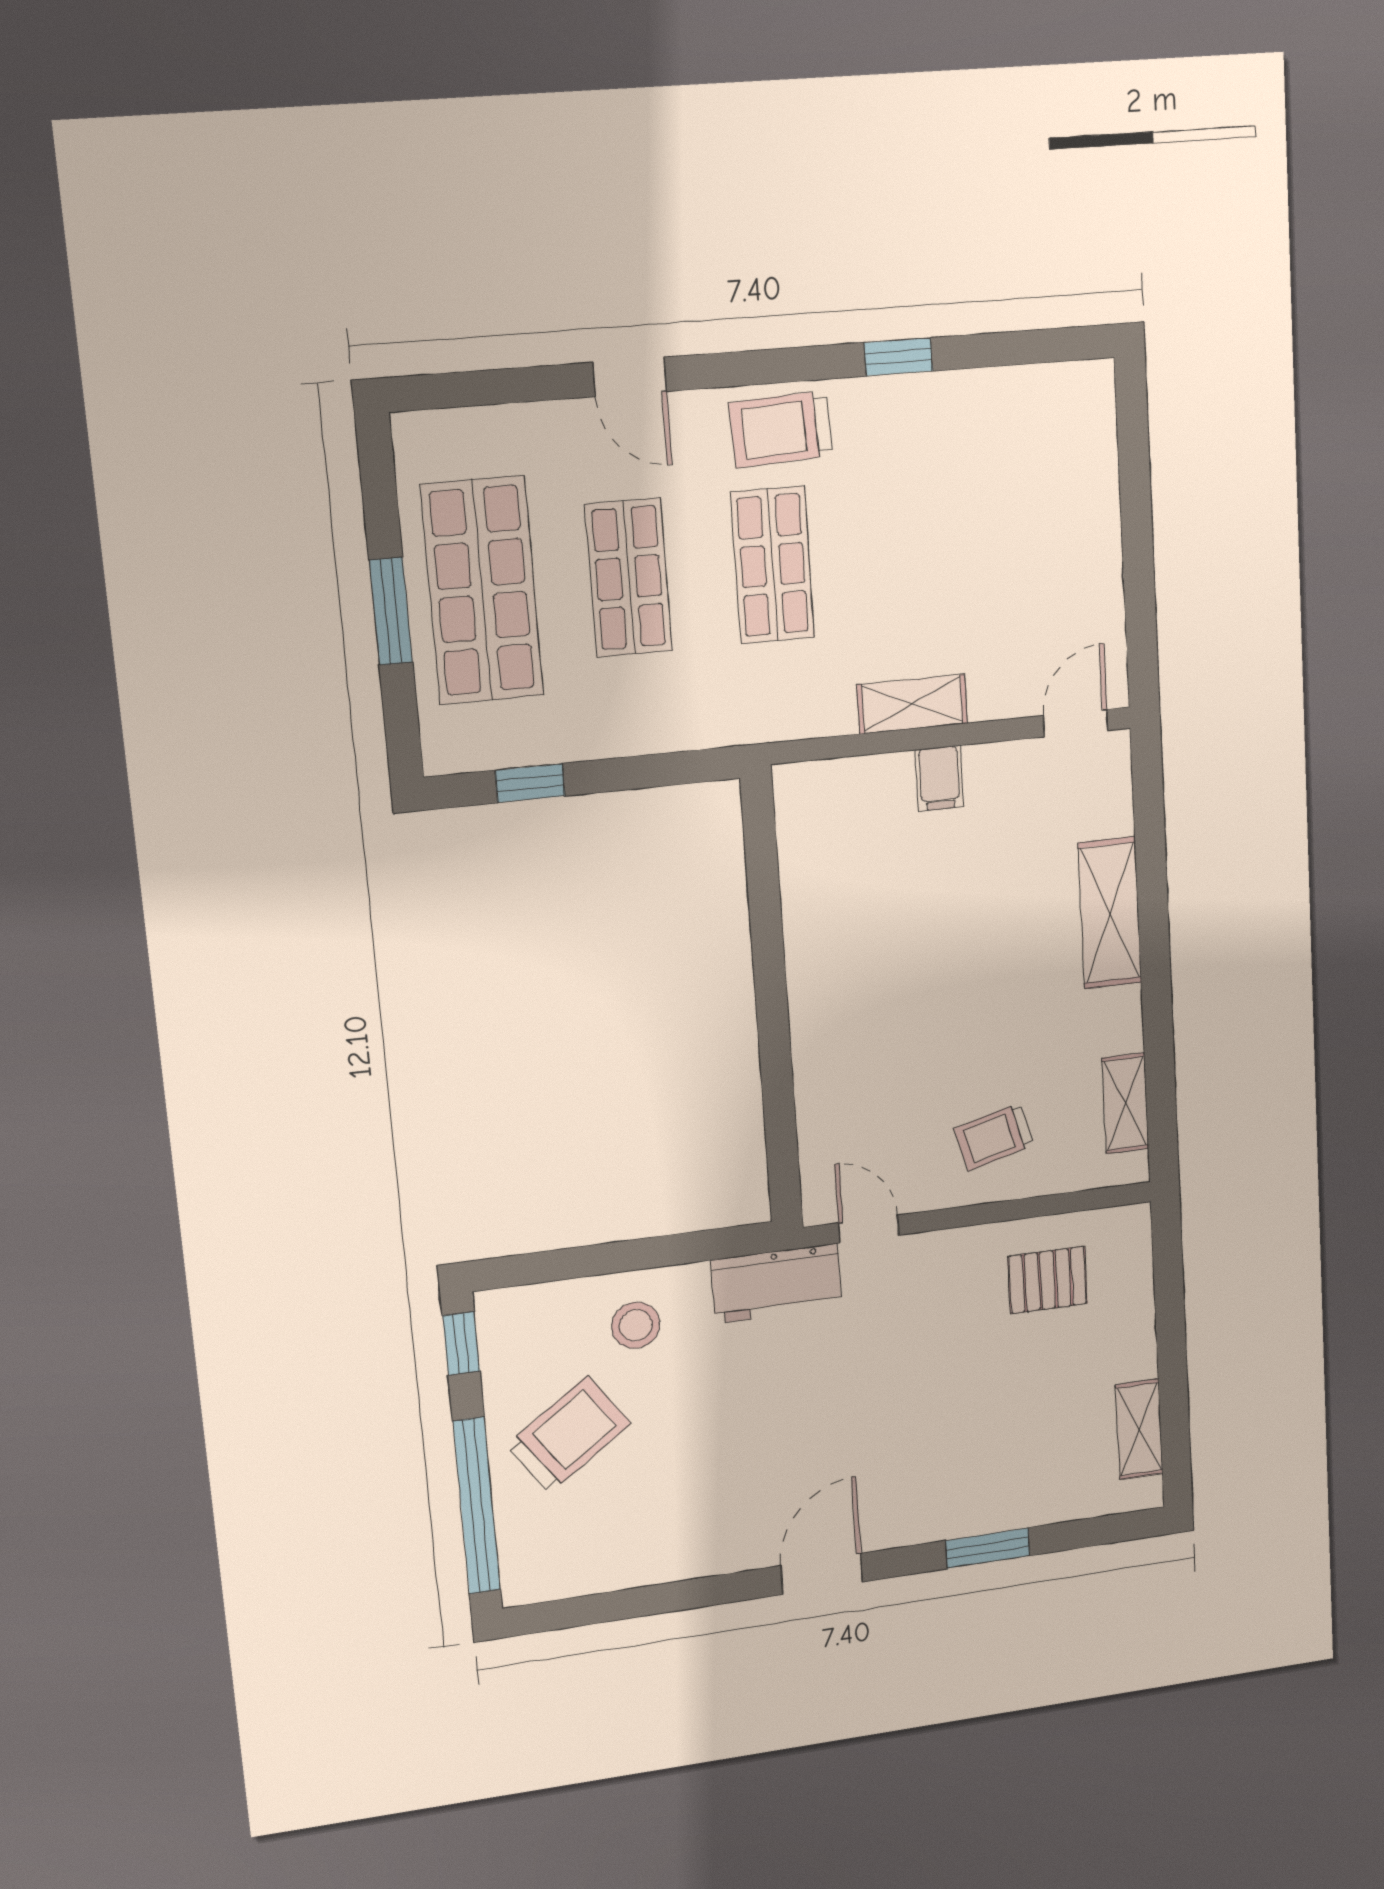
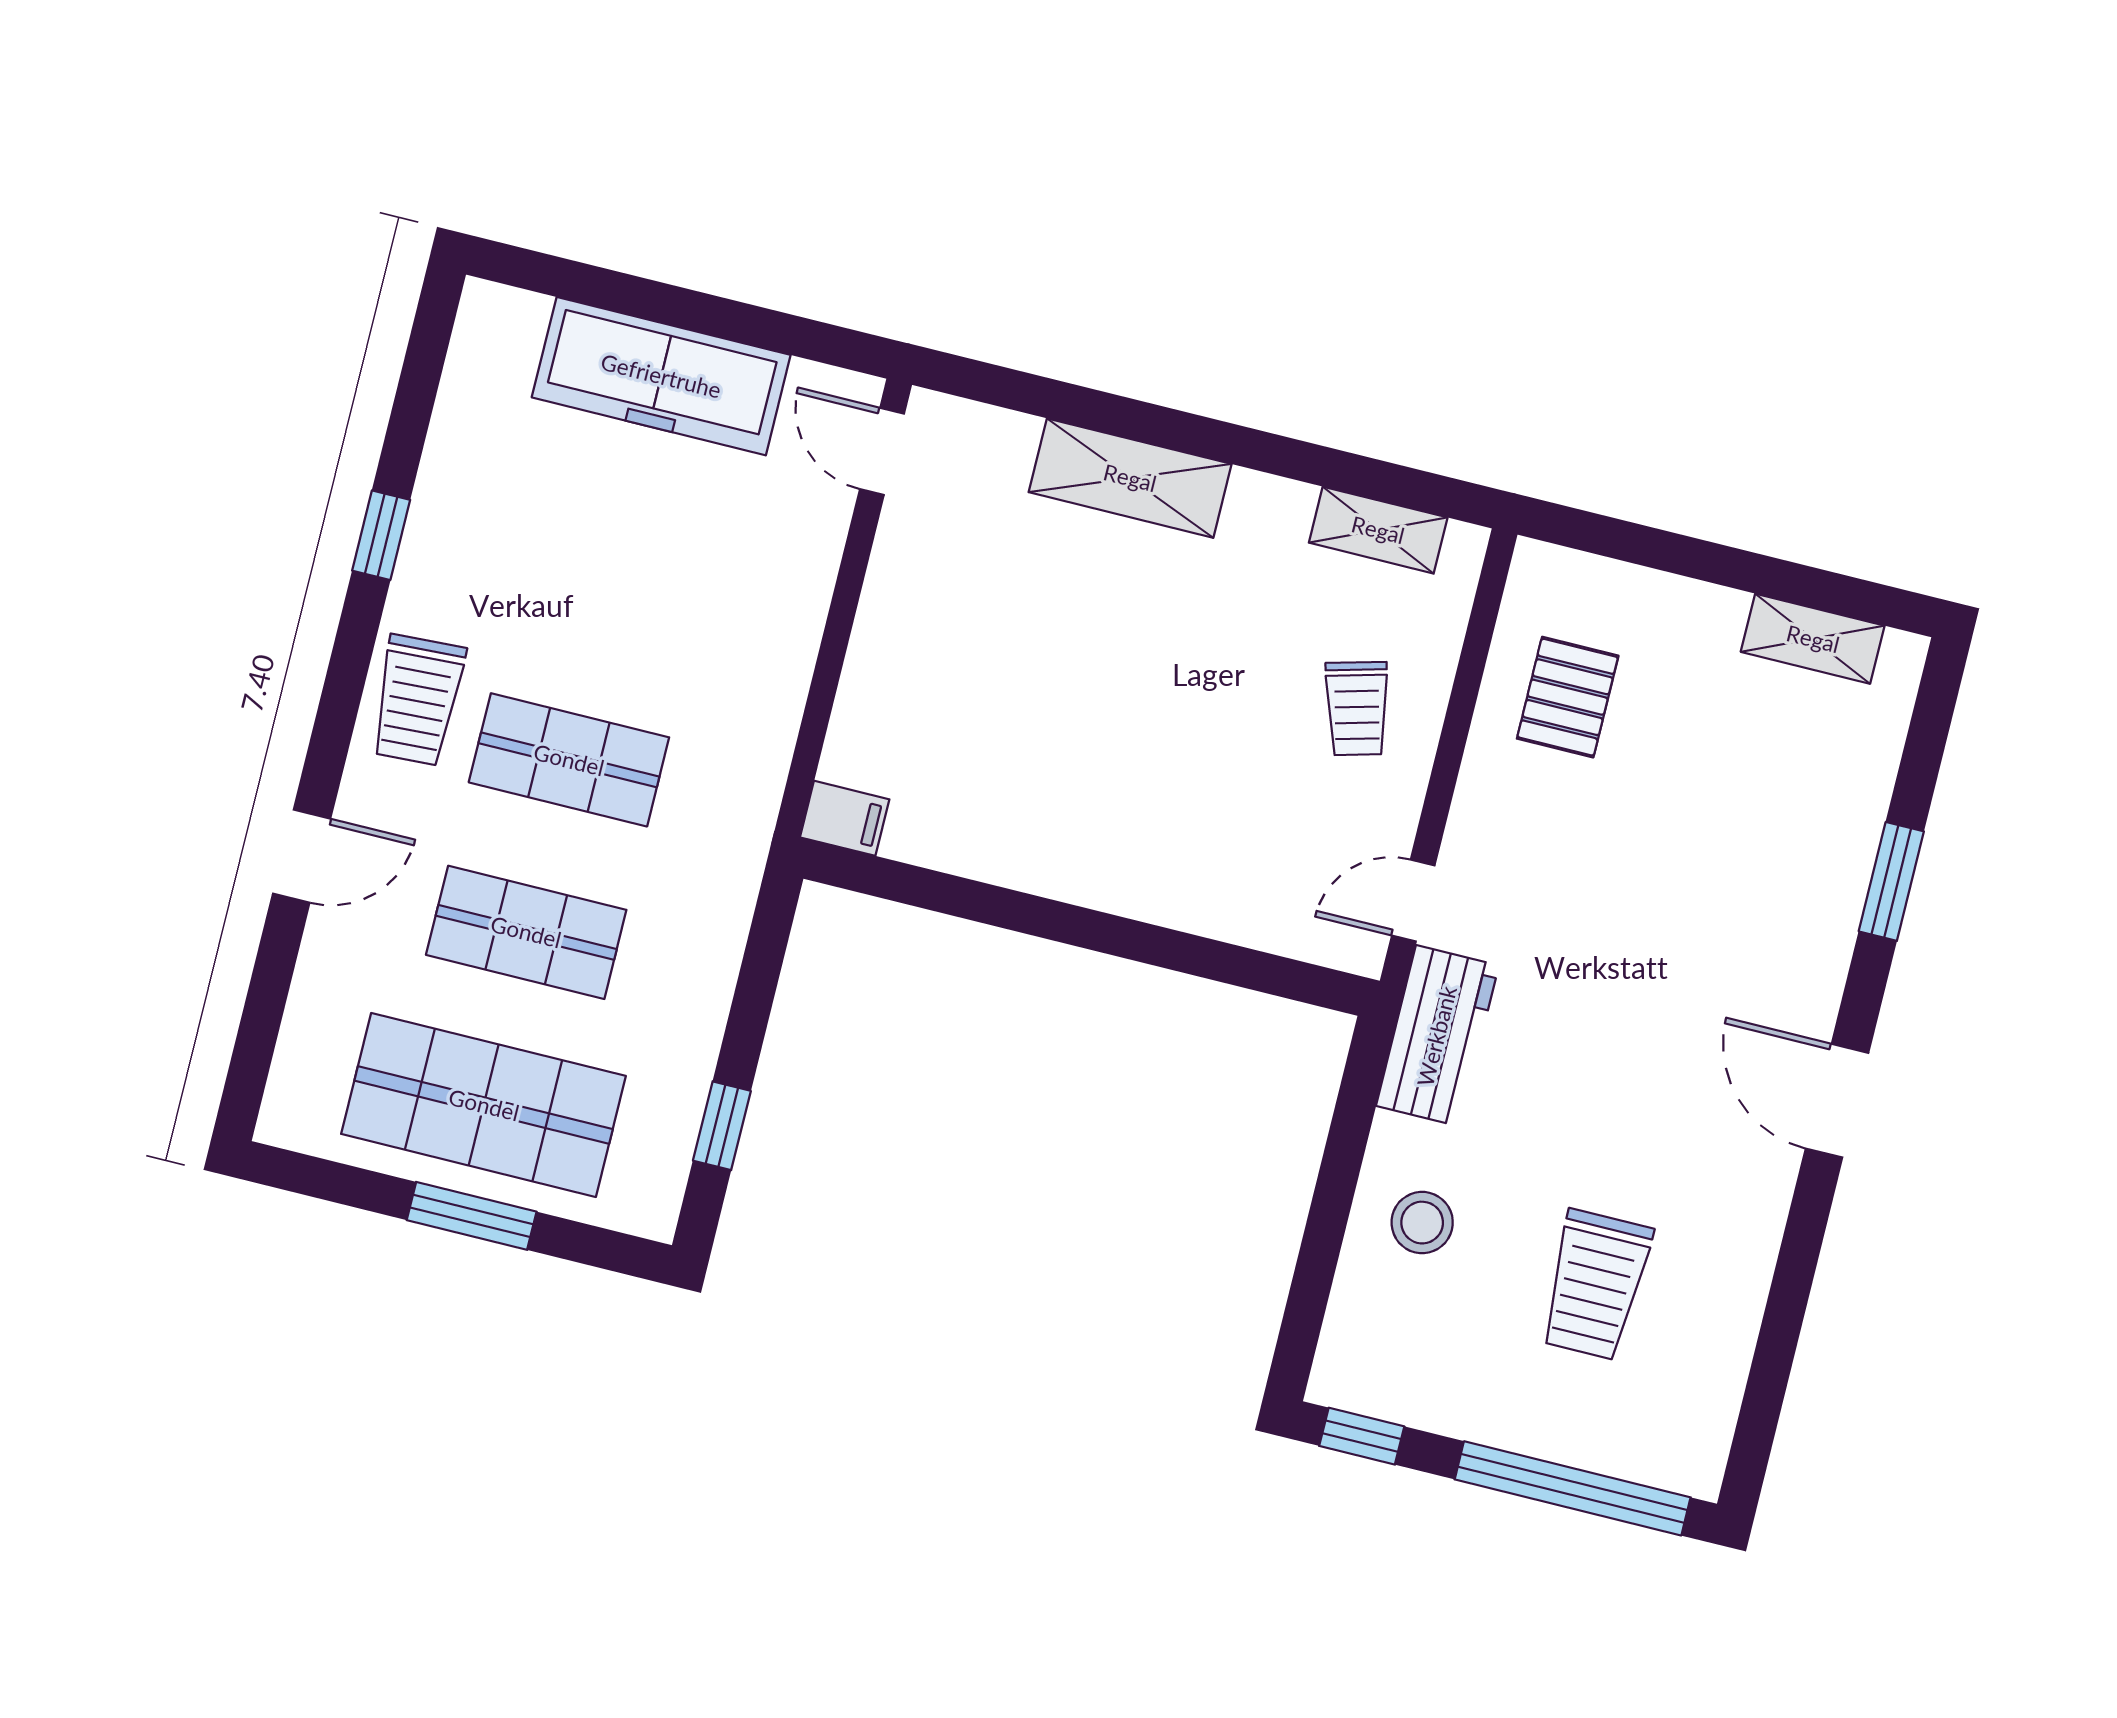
freezer: (1082, 536) -> (661, 376), added
shelving: (912, 704) -> (789, 645), removed
filing cabinet: (939, 778) -> (845, 818), moved
trolley: (569, 1435) -> (1595, 1285), moved, turned -145

